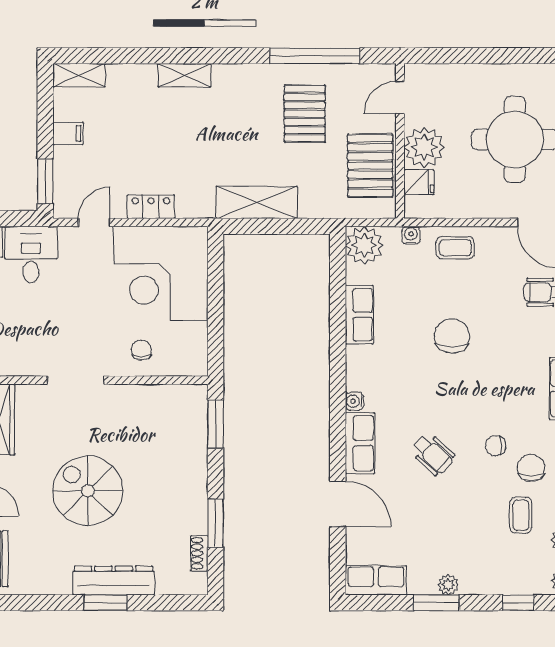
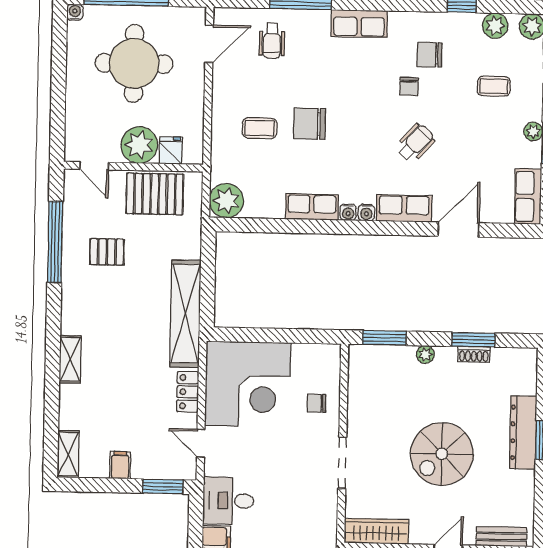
pallet: (305, 114) -> (107, 252), width x0.67, depth x0.71
shelving: (257, 202) -> (185, 314), width x1.47
water cooler: (411, 235) -> (348, 212), moved, turned -90
coffee table: (455, 248) -> (260, 128), moved, turned 90
row of seats: (359, 315) -> (312, 207), moved
plant: (198, 470) -> (425, 354), added
coffee table: (521, 515) -> (494, 86), moved
shoe rack: (199, 553) -> (474, 354), moved

